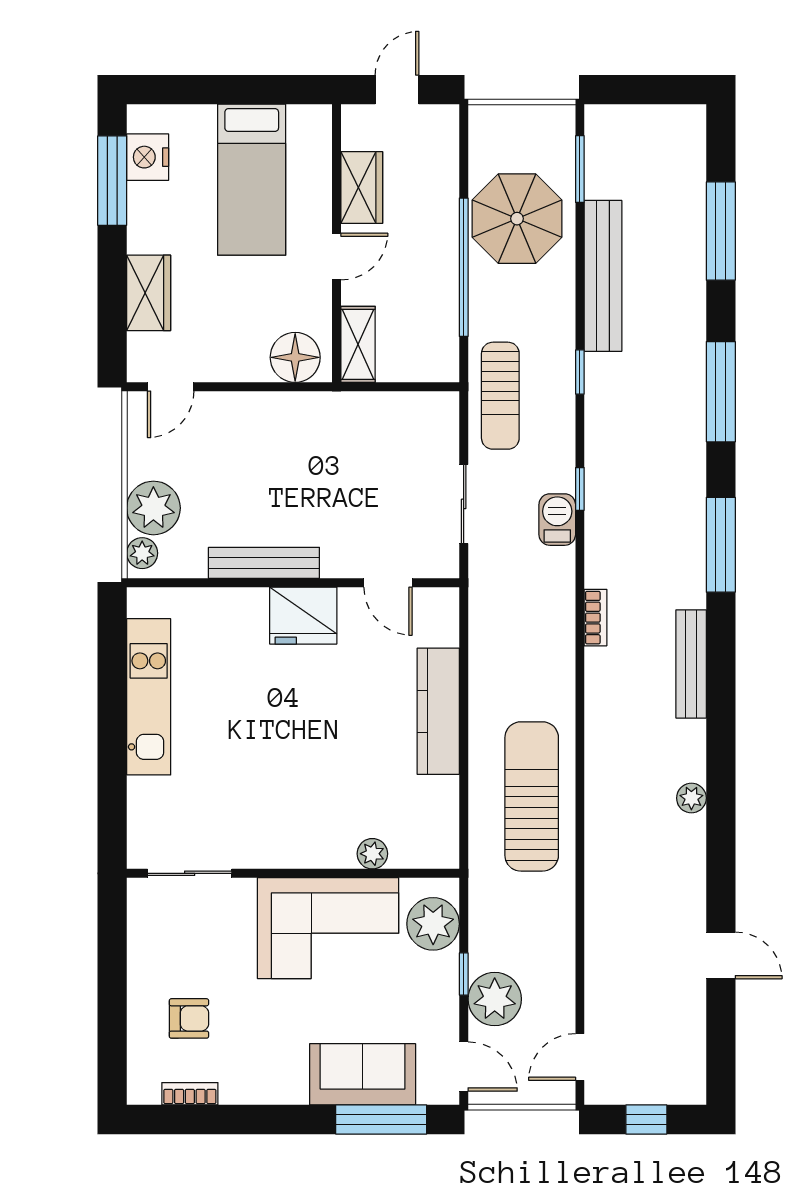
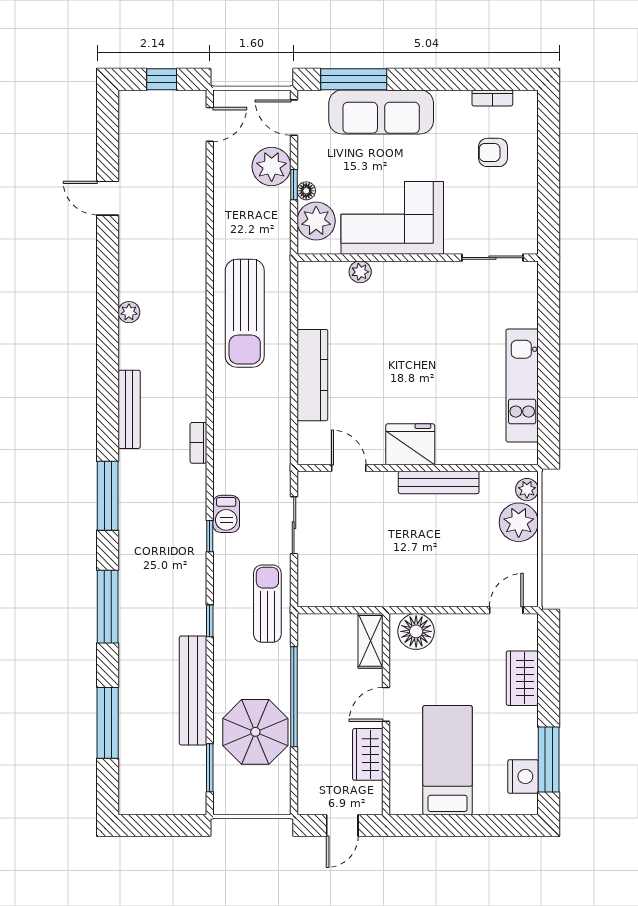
floor lamp: (447, 966) -> (306, 191), added
sofa: (363, 1074) -> (381, 112), width x1.36

